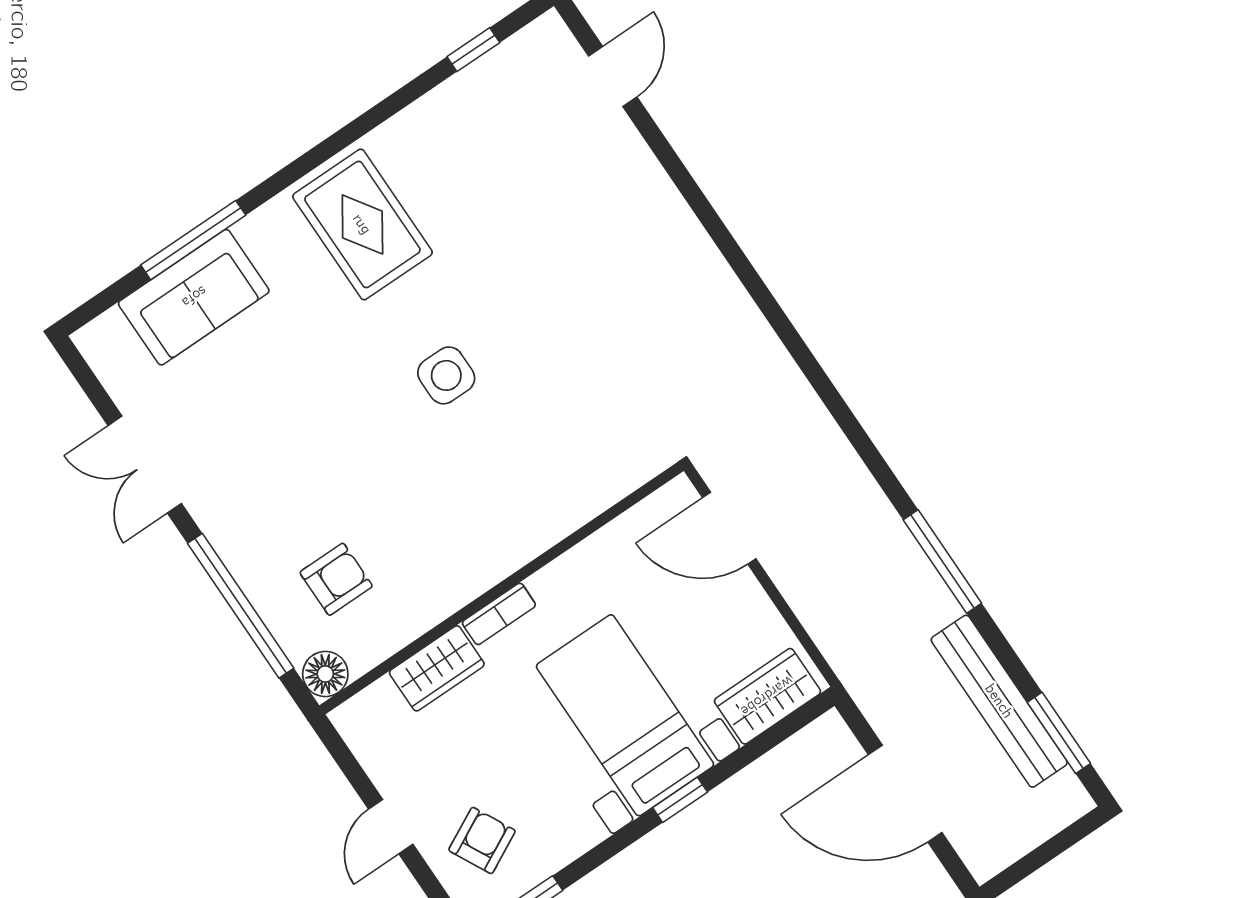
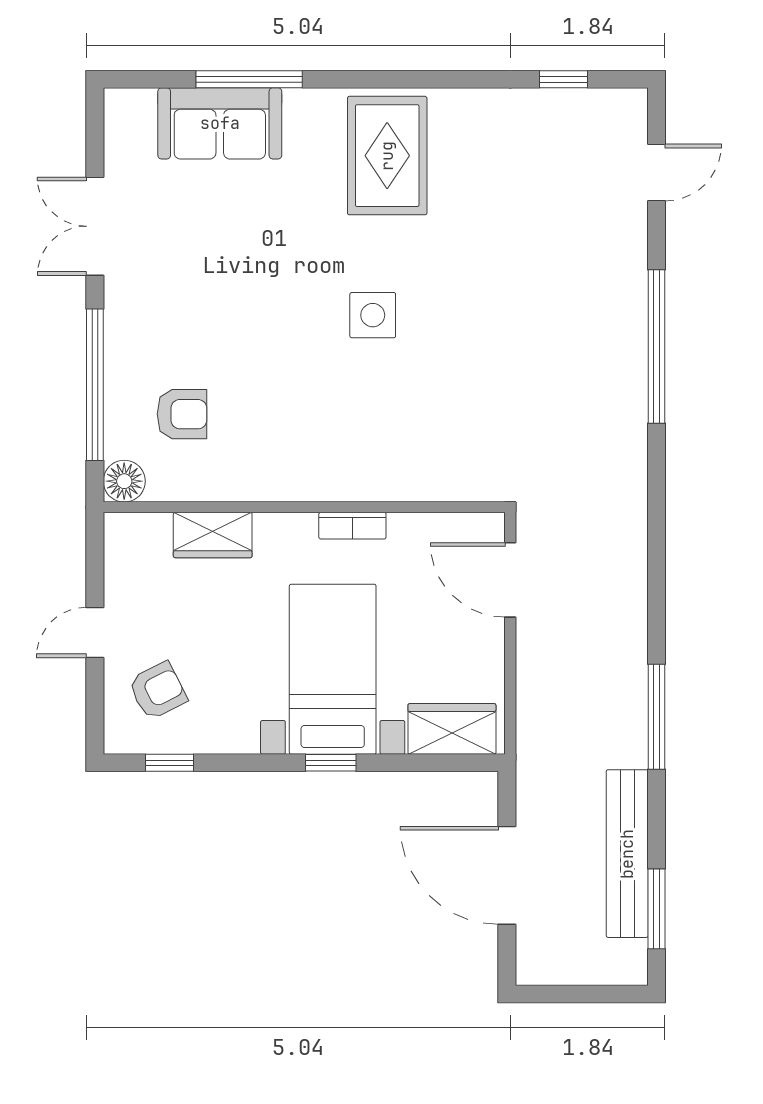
window: (718, 232) -> (657, 347), added
bookcase: (499, 614) -> (352, 526), moved

